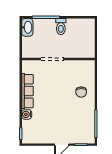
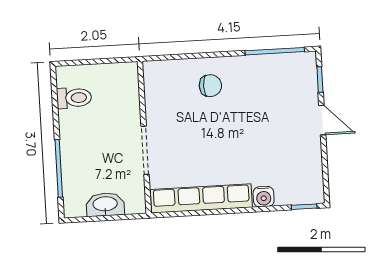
washbasin: (27, 27) -> (105, 204), moved
toilet: (61, 27) -> (74, 98), moved
row of seats: (28, 91) -> (201, 198), width x1.36

